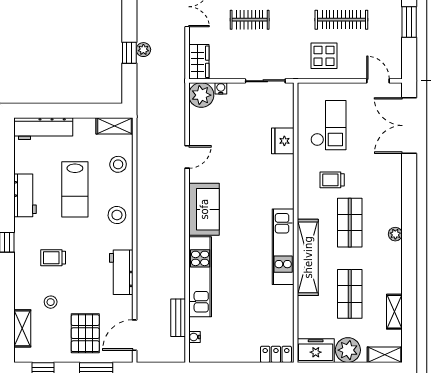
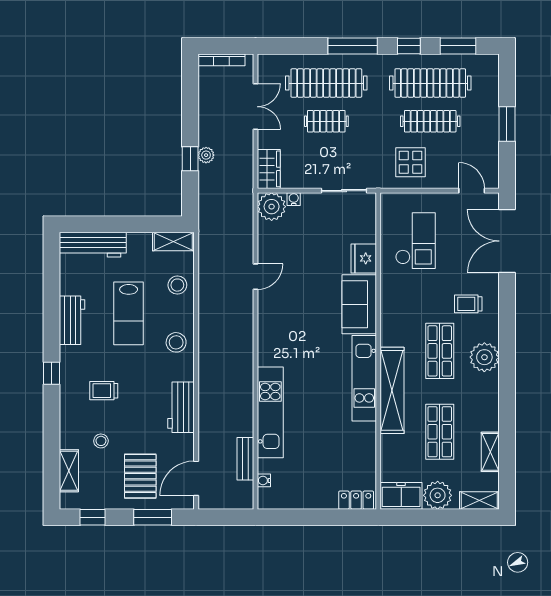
trolley: (332, 180) -> (468, 304), moved
sofa: (204, 209) -> (359, 304), moved, turned 180
plant: (395, 234) -> (484, 357), width x1.87, depth x1.87

